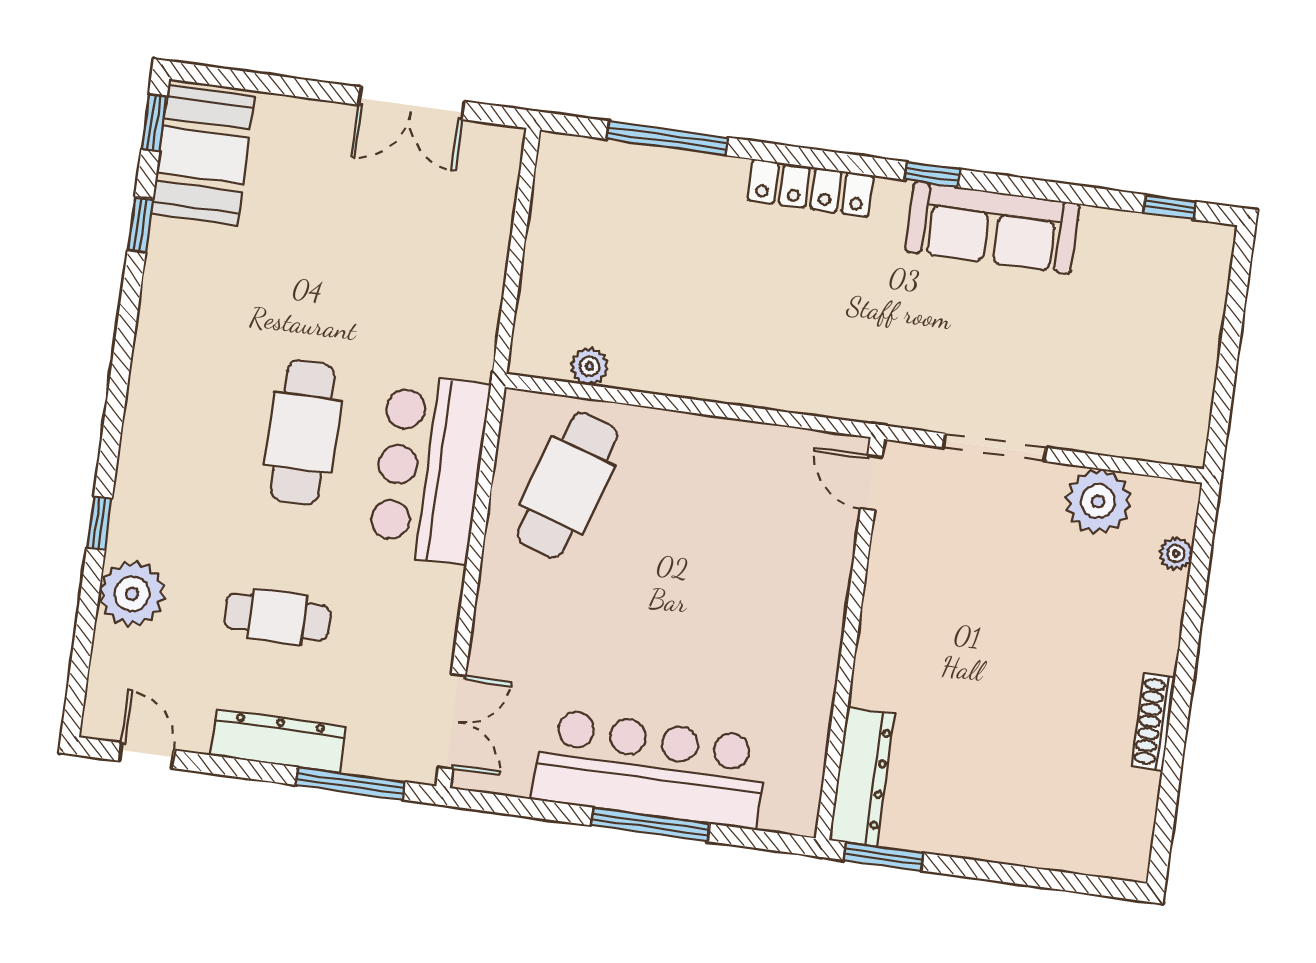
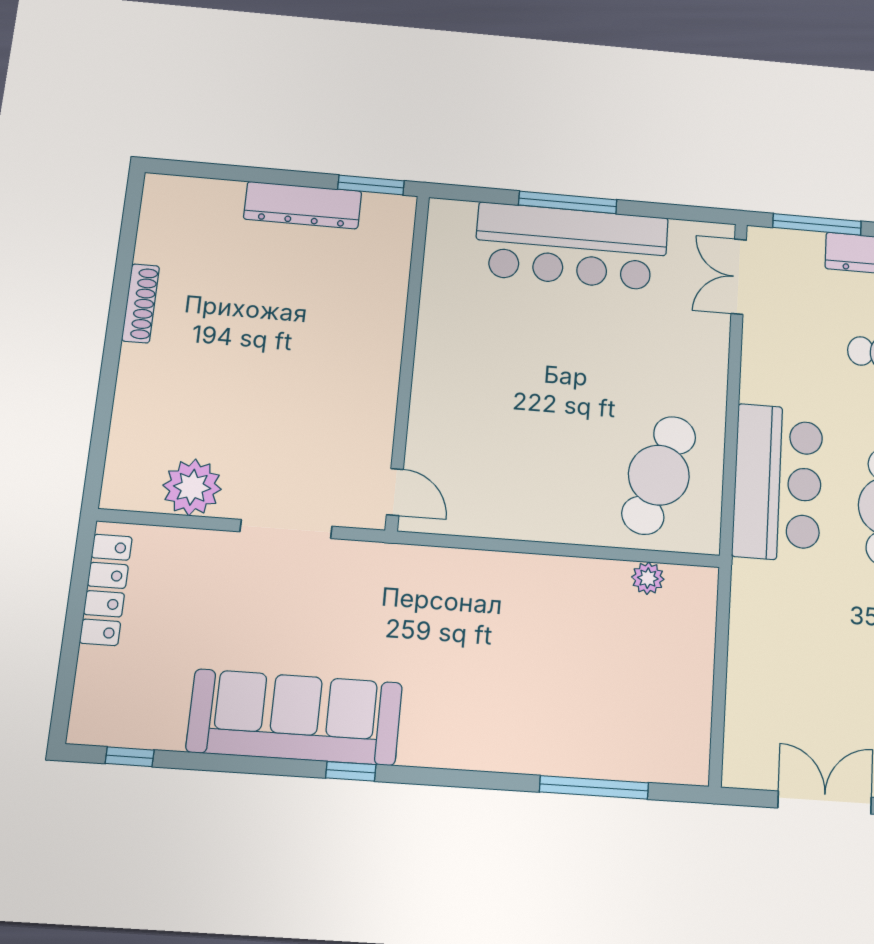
locker: (810, 188) -> (106, 590), moved, turned 90
sofa: (992, 228) -> (295, 717), width x1.36, depth x1.27
plant: (1176, 554) -> (121, 446), removed
dresser: (862, 777) -> (303, 205), moved, turned -90

